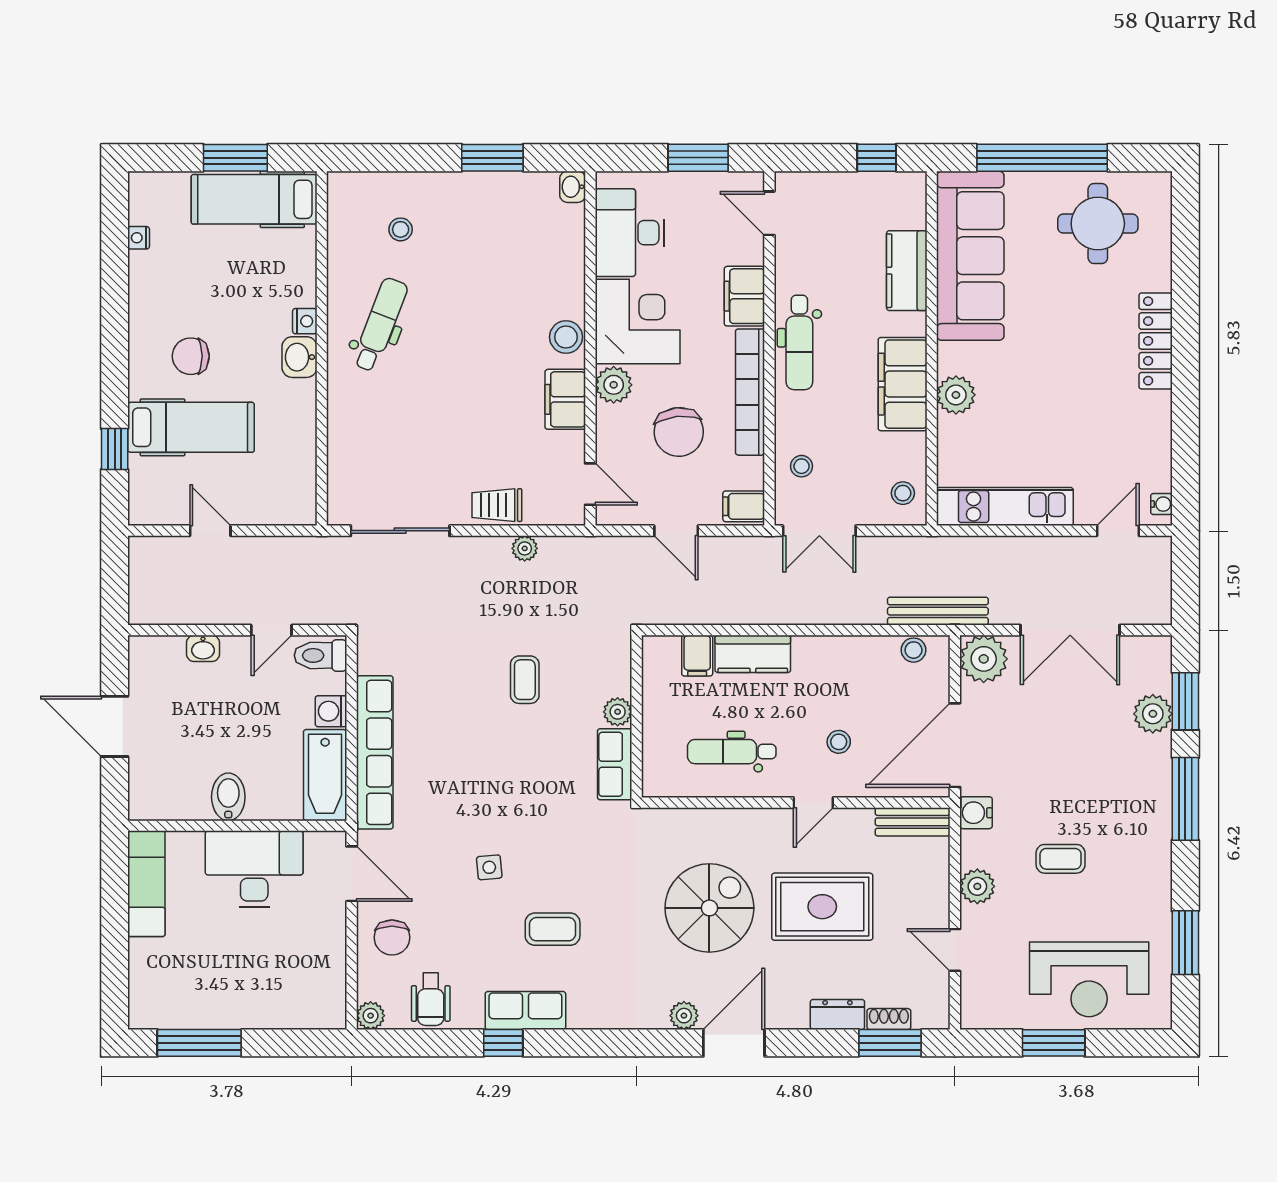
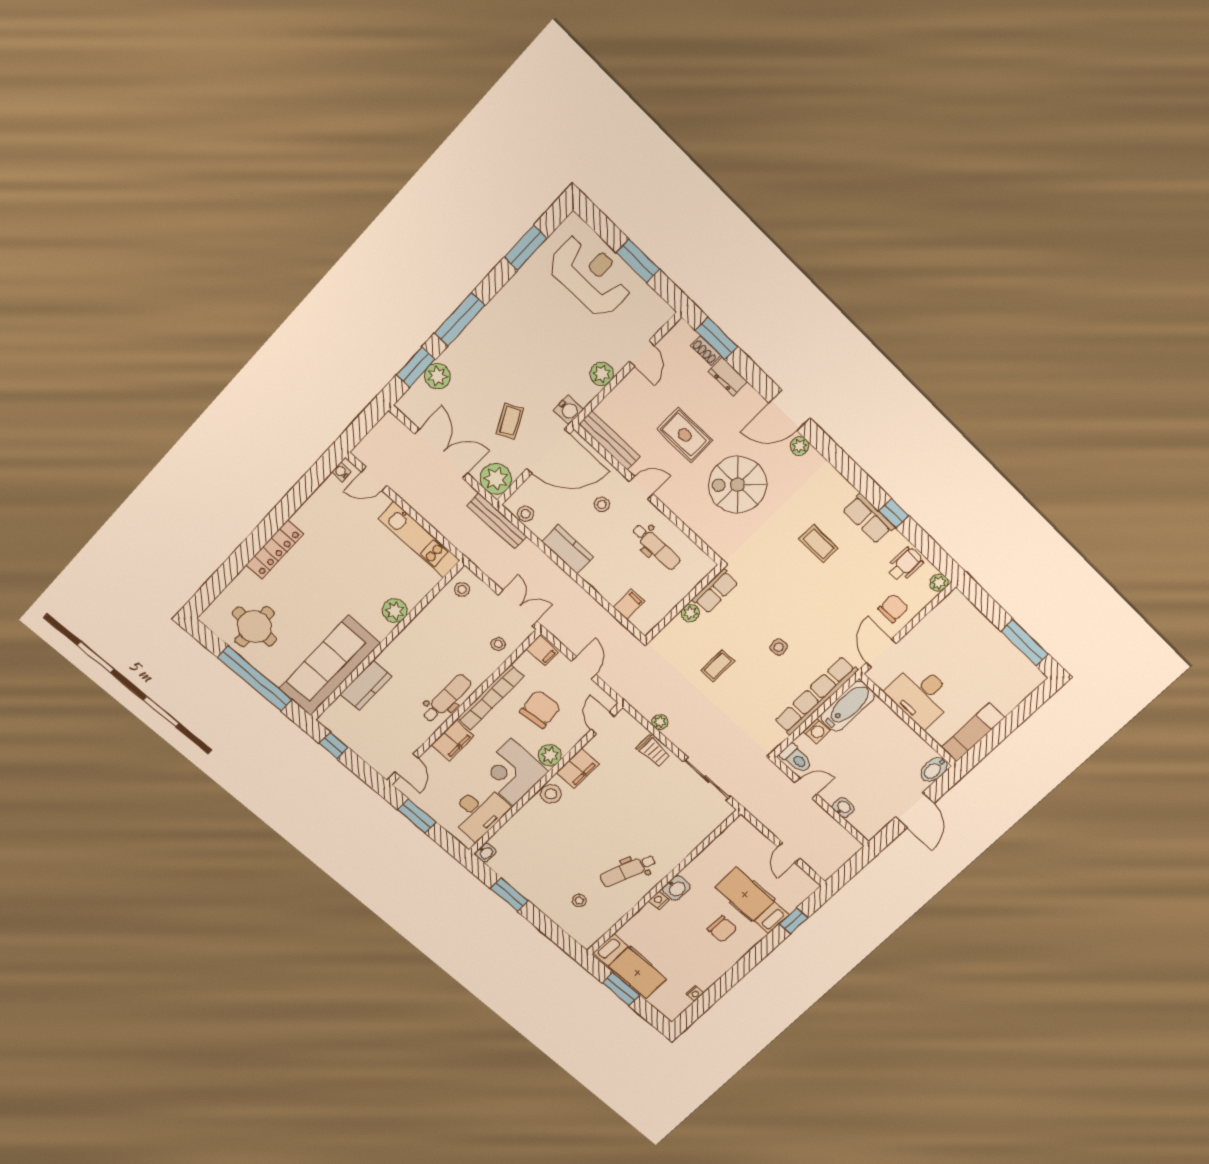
filing cabinet: (903, 384) -> (416, 638), removed
kitchen counter: (753, 654) -> (568, 549), moved
bidet: (228, 797) -> (934, 769), moved
bench: (913, 822) -> (609, 440), width x1.36
coffee table: (1061, 859) -> (510, 421), moved, turned 64
side table: (489, 867) -> (779, 647), moved
rug: (822, 907) -> (685, 435), width x0.73, depth x0.70

